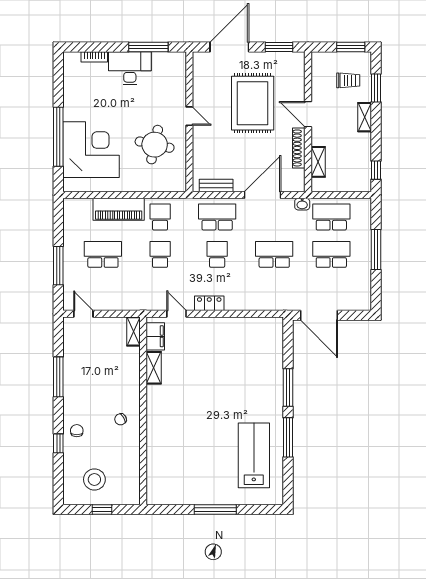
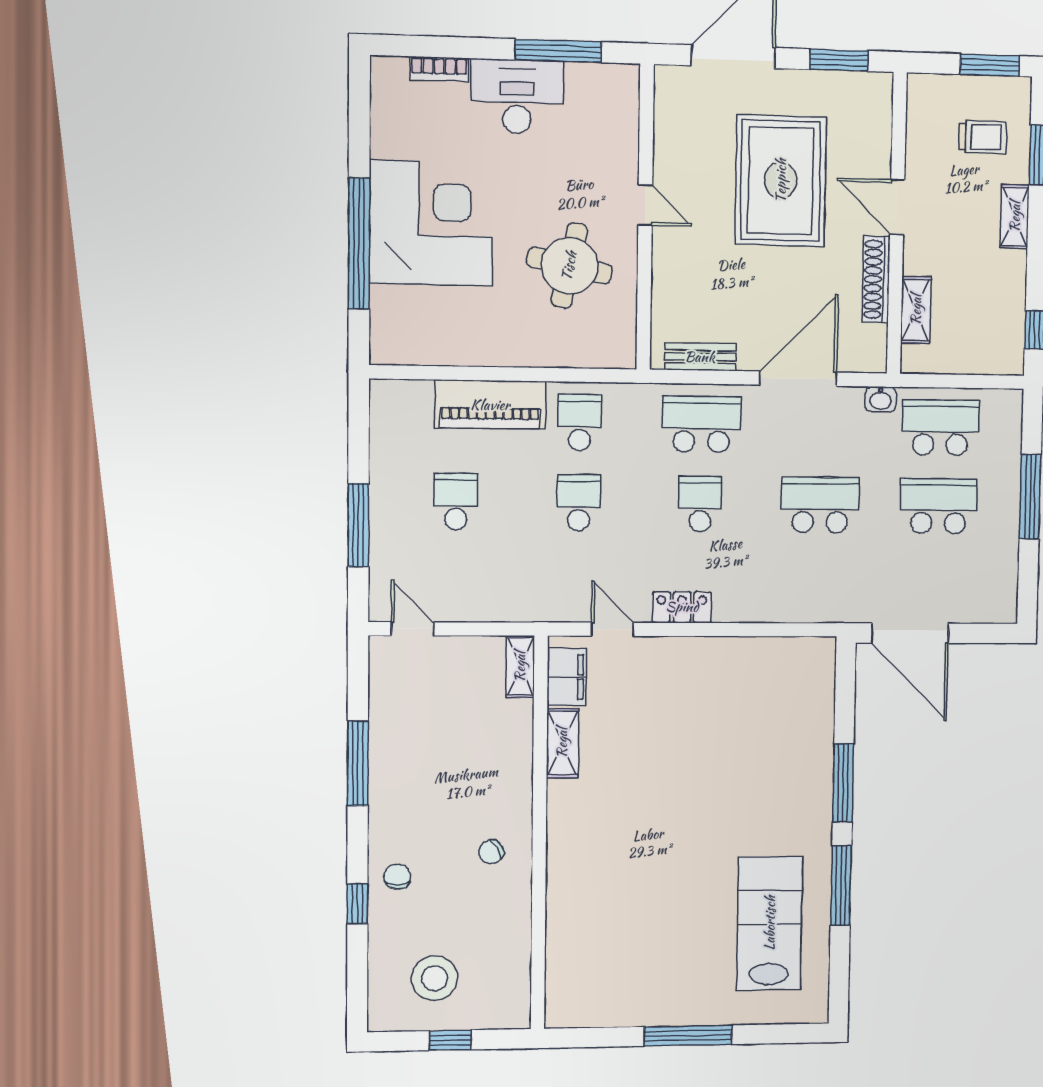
corner desk: (91, 150) -> (431, 223), moved
school desk: (103, 254) -> (456, 502), width x0.54

